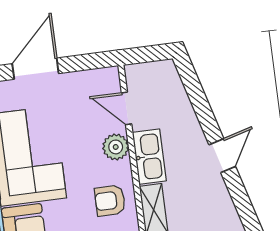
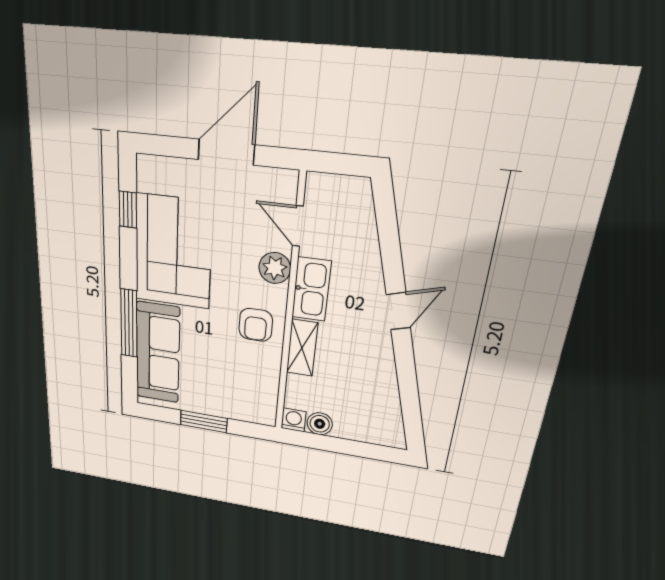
door: (35, 69) -> (226, 152), moved
armchair: (110, 201) -> (256, 325), turned -90

